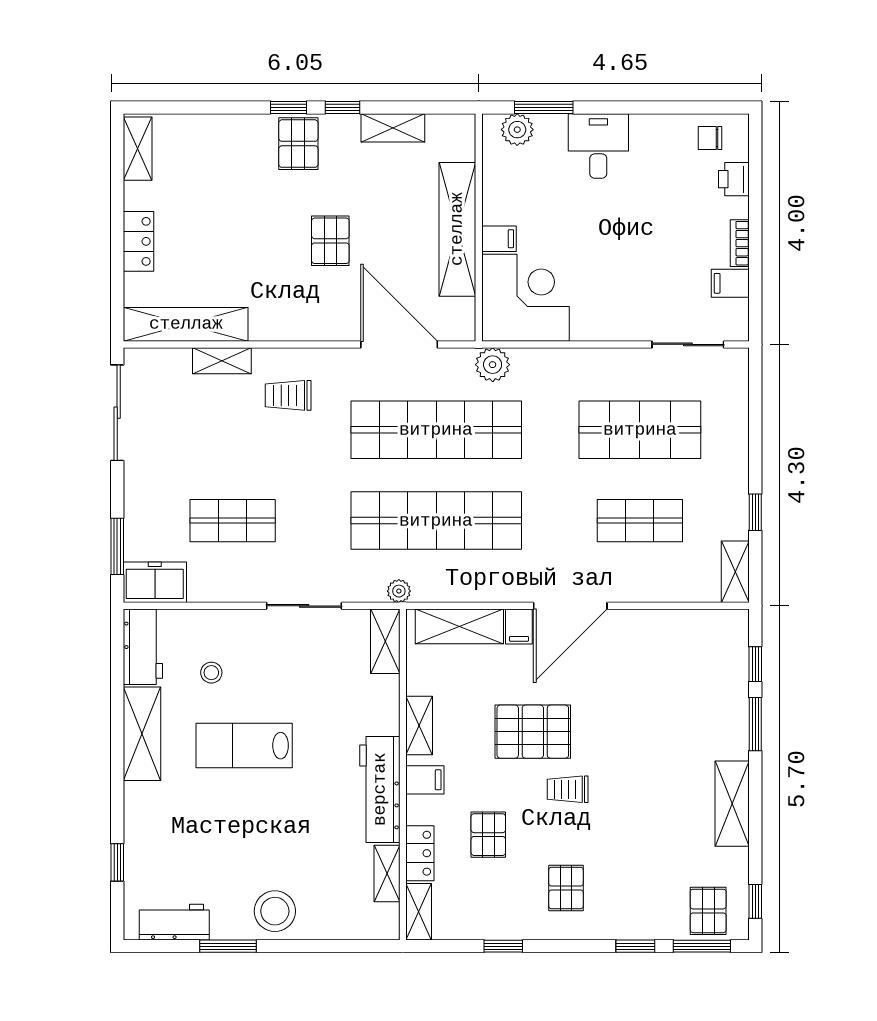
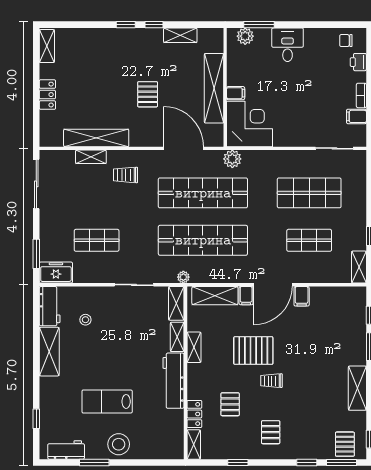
pallet: (298, 144) -> (131, 43), removed
shelving: (186, 324) -> (96, 138), moved
lab bench: (244, 746) -> (107, 401), moved
filing cabinet: (425, 780) -> (302, 296), moved, turned 90
shelving: (387, 873) -> (177, 337), moved

